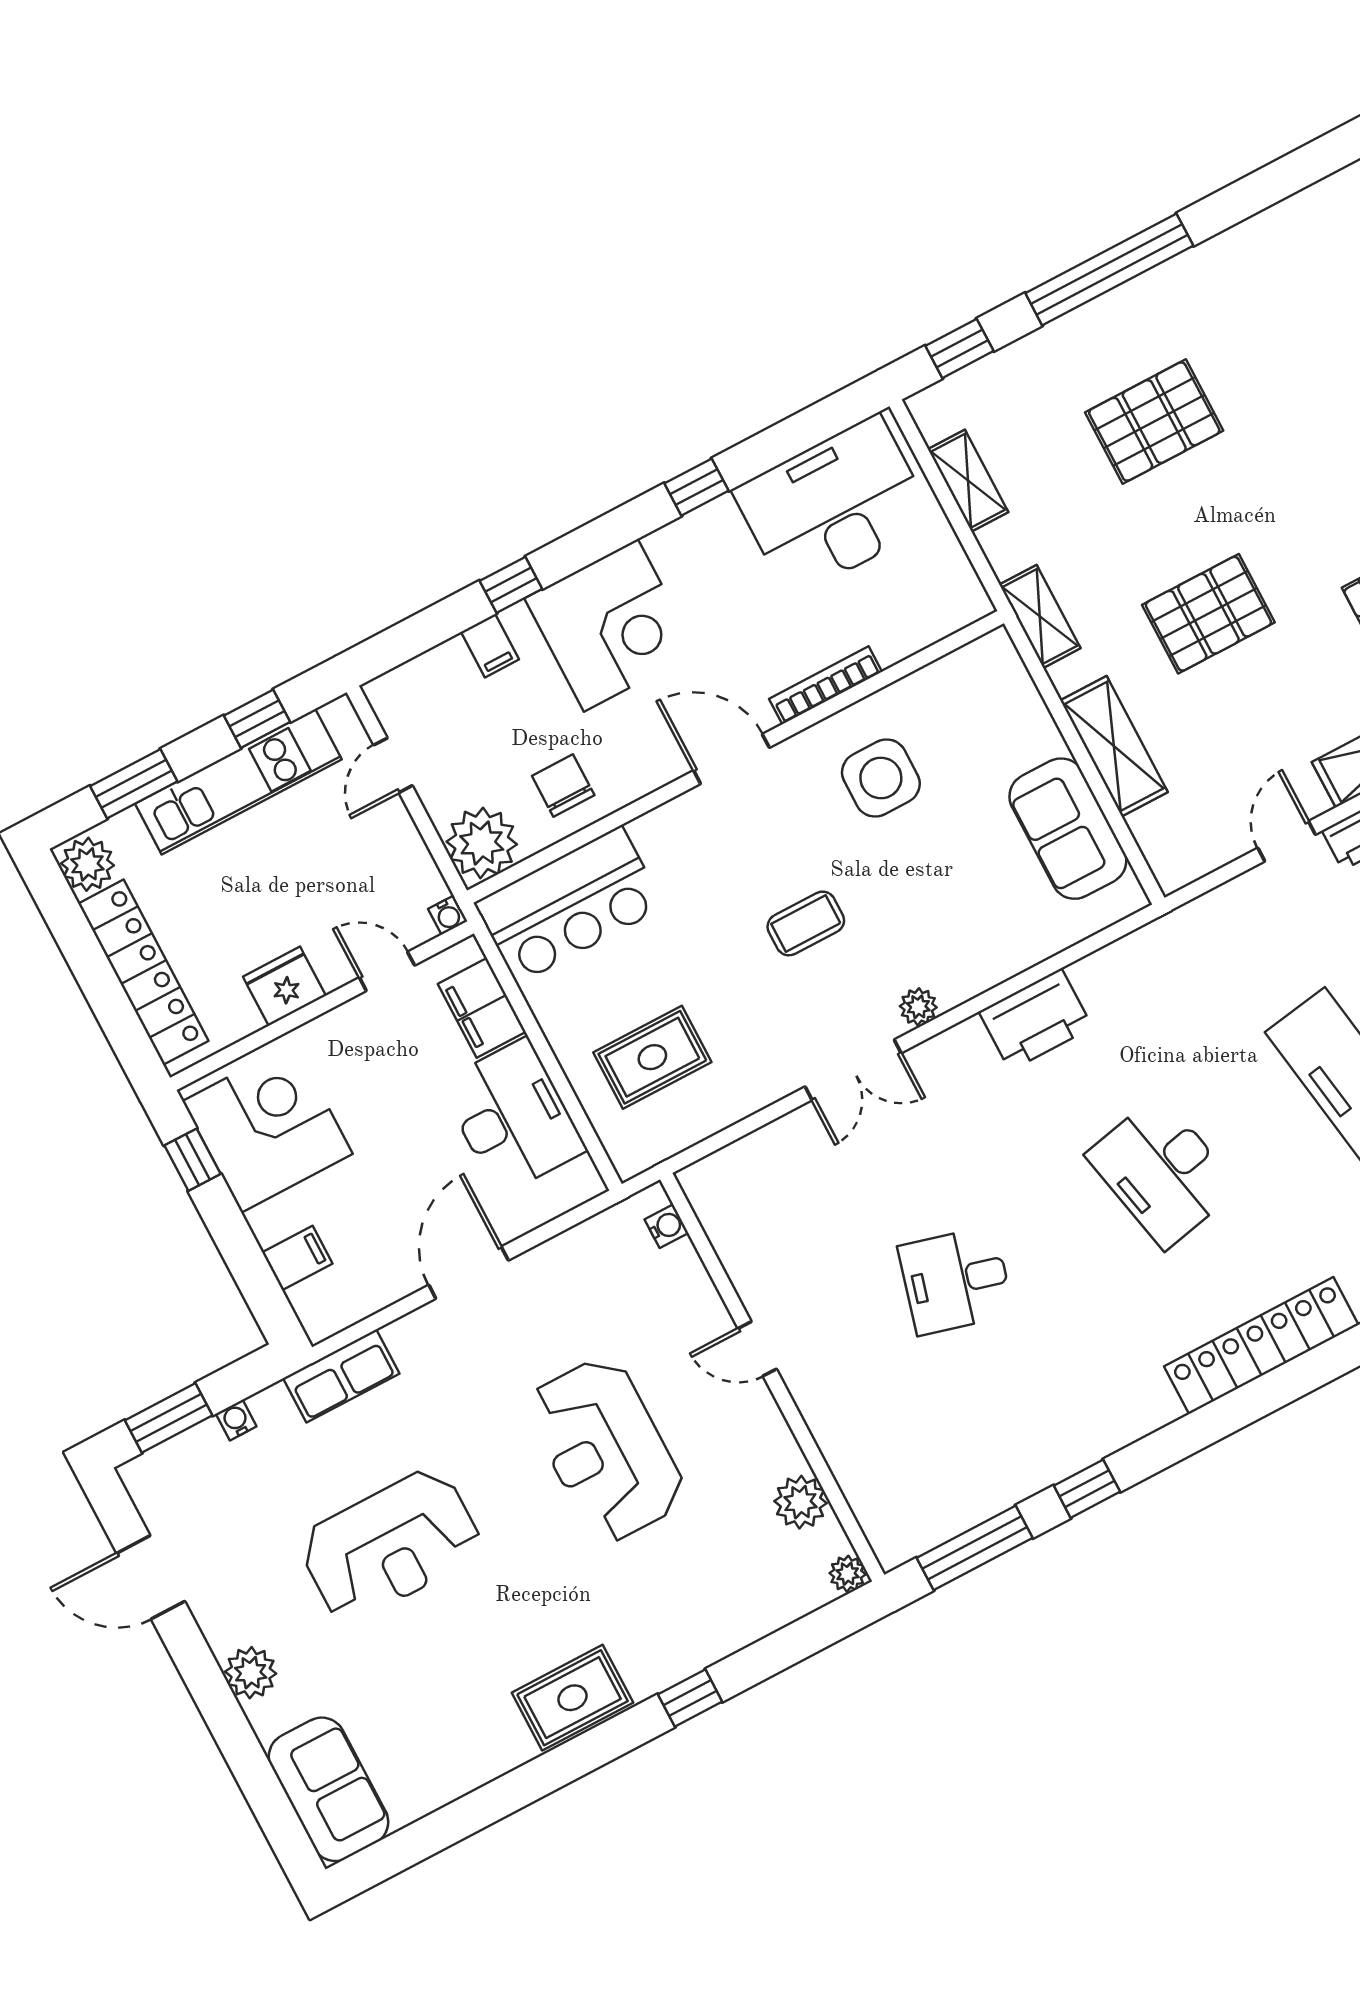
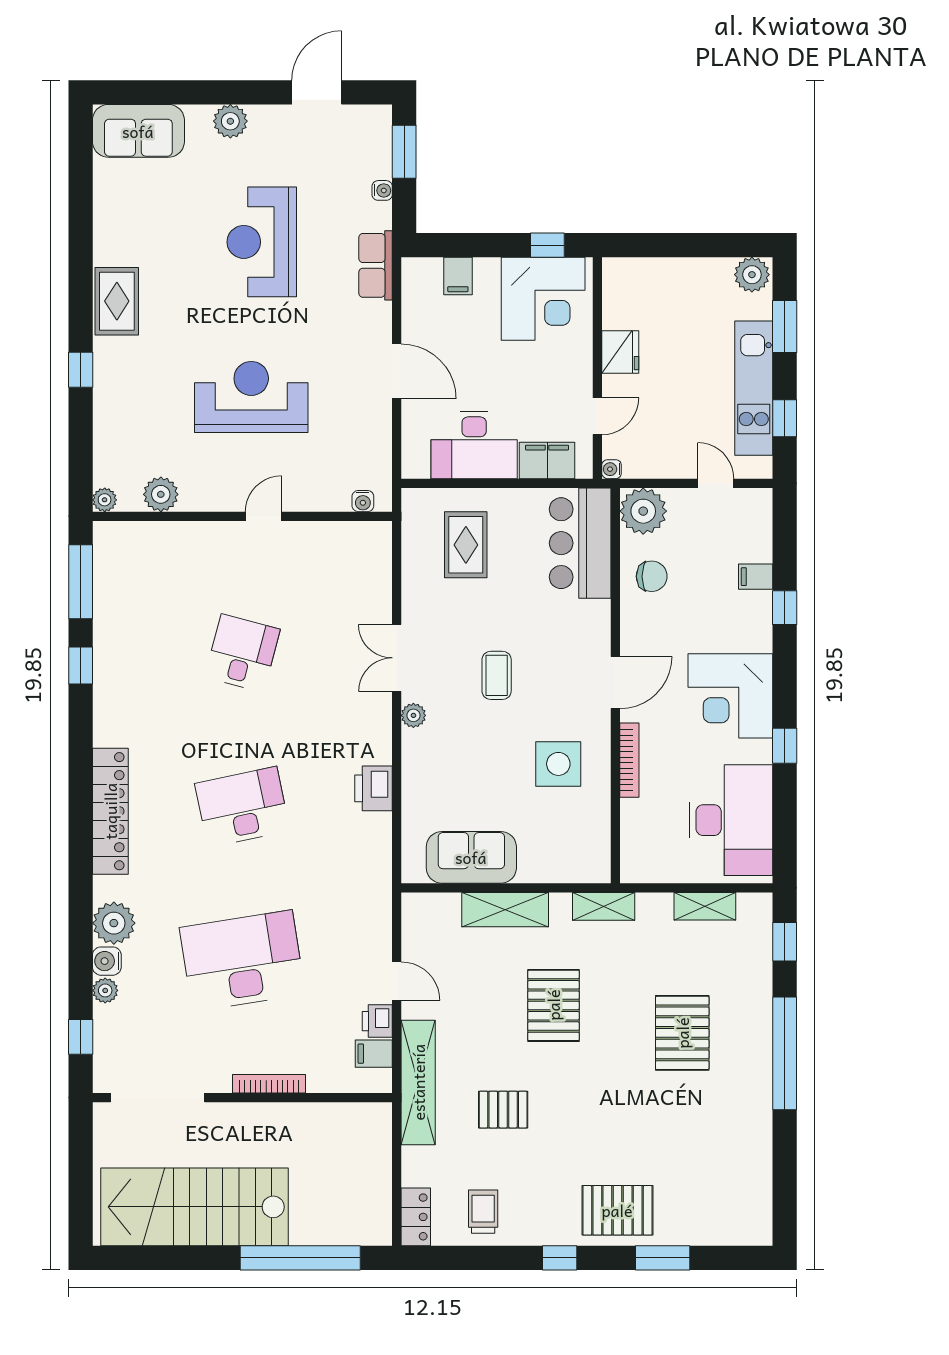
corner desk: (611, 625) -> (730, 696), moved
locker: (143, 972) -> (672, 274), removed
printer: (1036, 1019) -> (374, 788), width x0.73, depth x0.84

